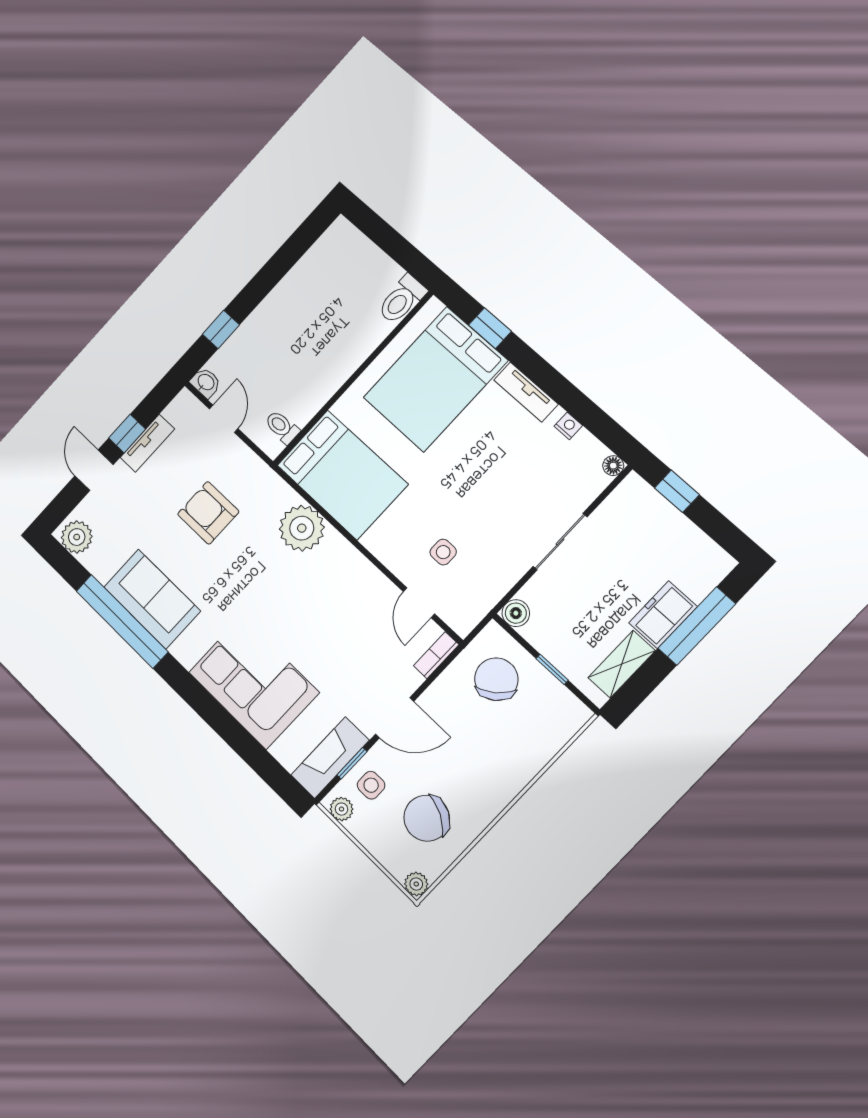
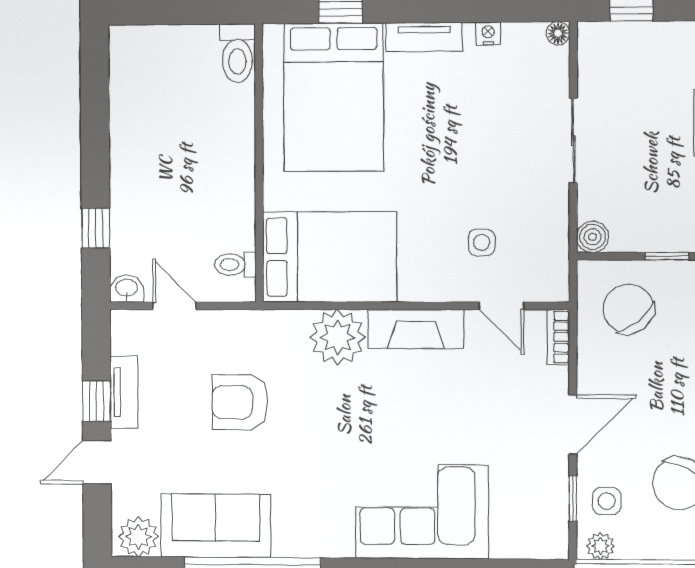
door: (94, 470) -> (97, 462), hinge flipped
sofa: (152, 599) -> (216, 526), moved
fireplace: (330, 758) -> (416, 329), moved, turned -90

